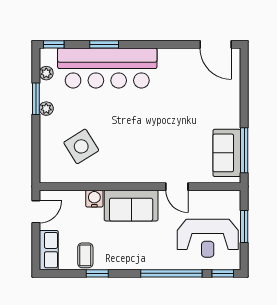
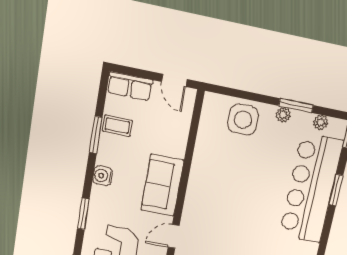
side table: (81, 146) -> (243, 120), moved, turned 32
water cooler: (94, 199) -> (103, 176), moved, turned 180
window: (97, 273) -> (96, 135), width x1.50
window: (171, 273) -> (83, 214), width x0.47

